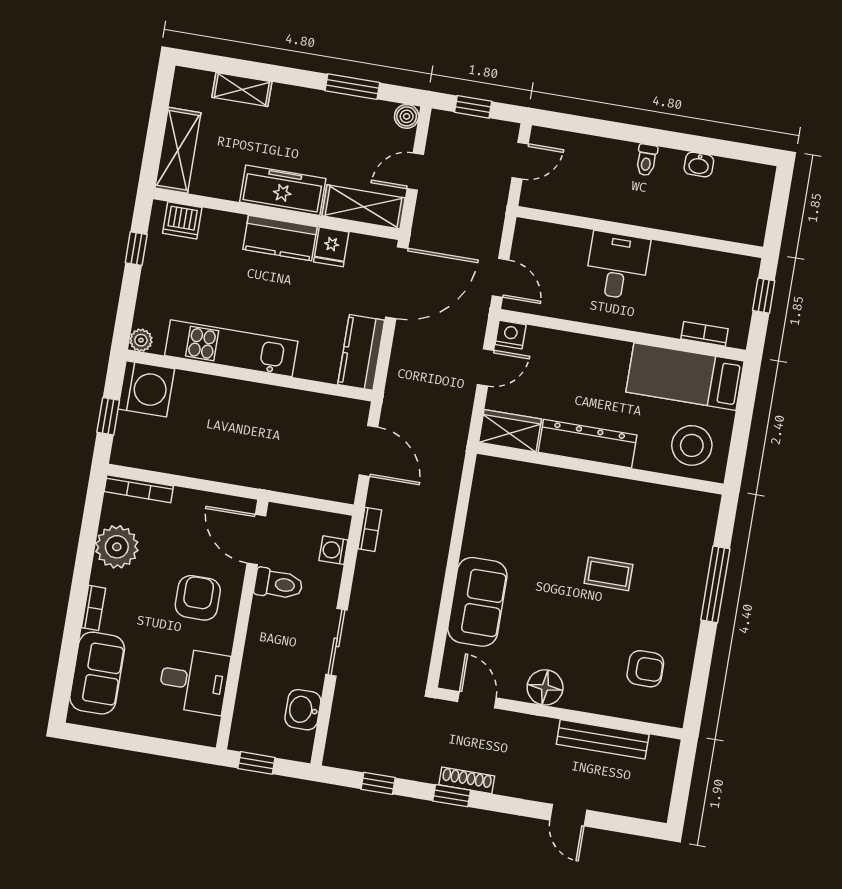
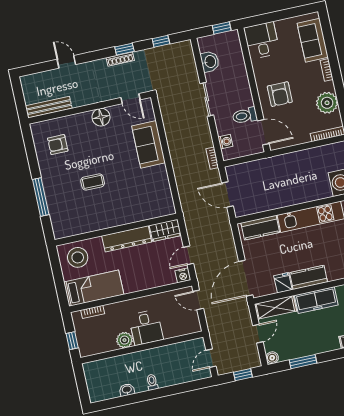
plant: (666, 258) -> (124, 340), added
kitchen counter: (361, 352) -> (260, 228), moved, turned 90
desk: (194, 681) -> (262, 40), moved, turned 90
bench: (603, 739) -> (49, 107), moved

